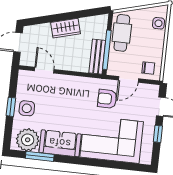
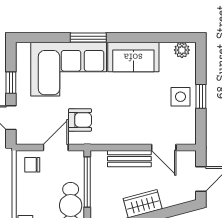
bench: (97, 57) -> (129, 159), moved, turned 90
plant: (28, 140) -> (182, 50), width x0.53, depth x0.53
window: (40, 156) -> (88, 38), moved

